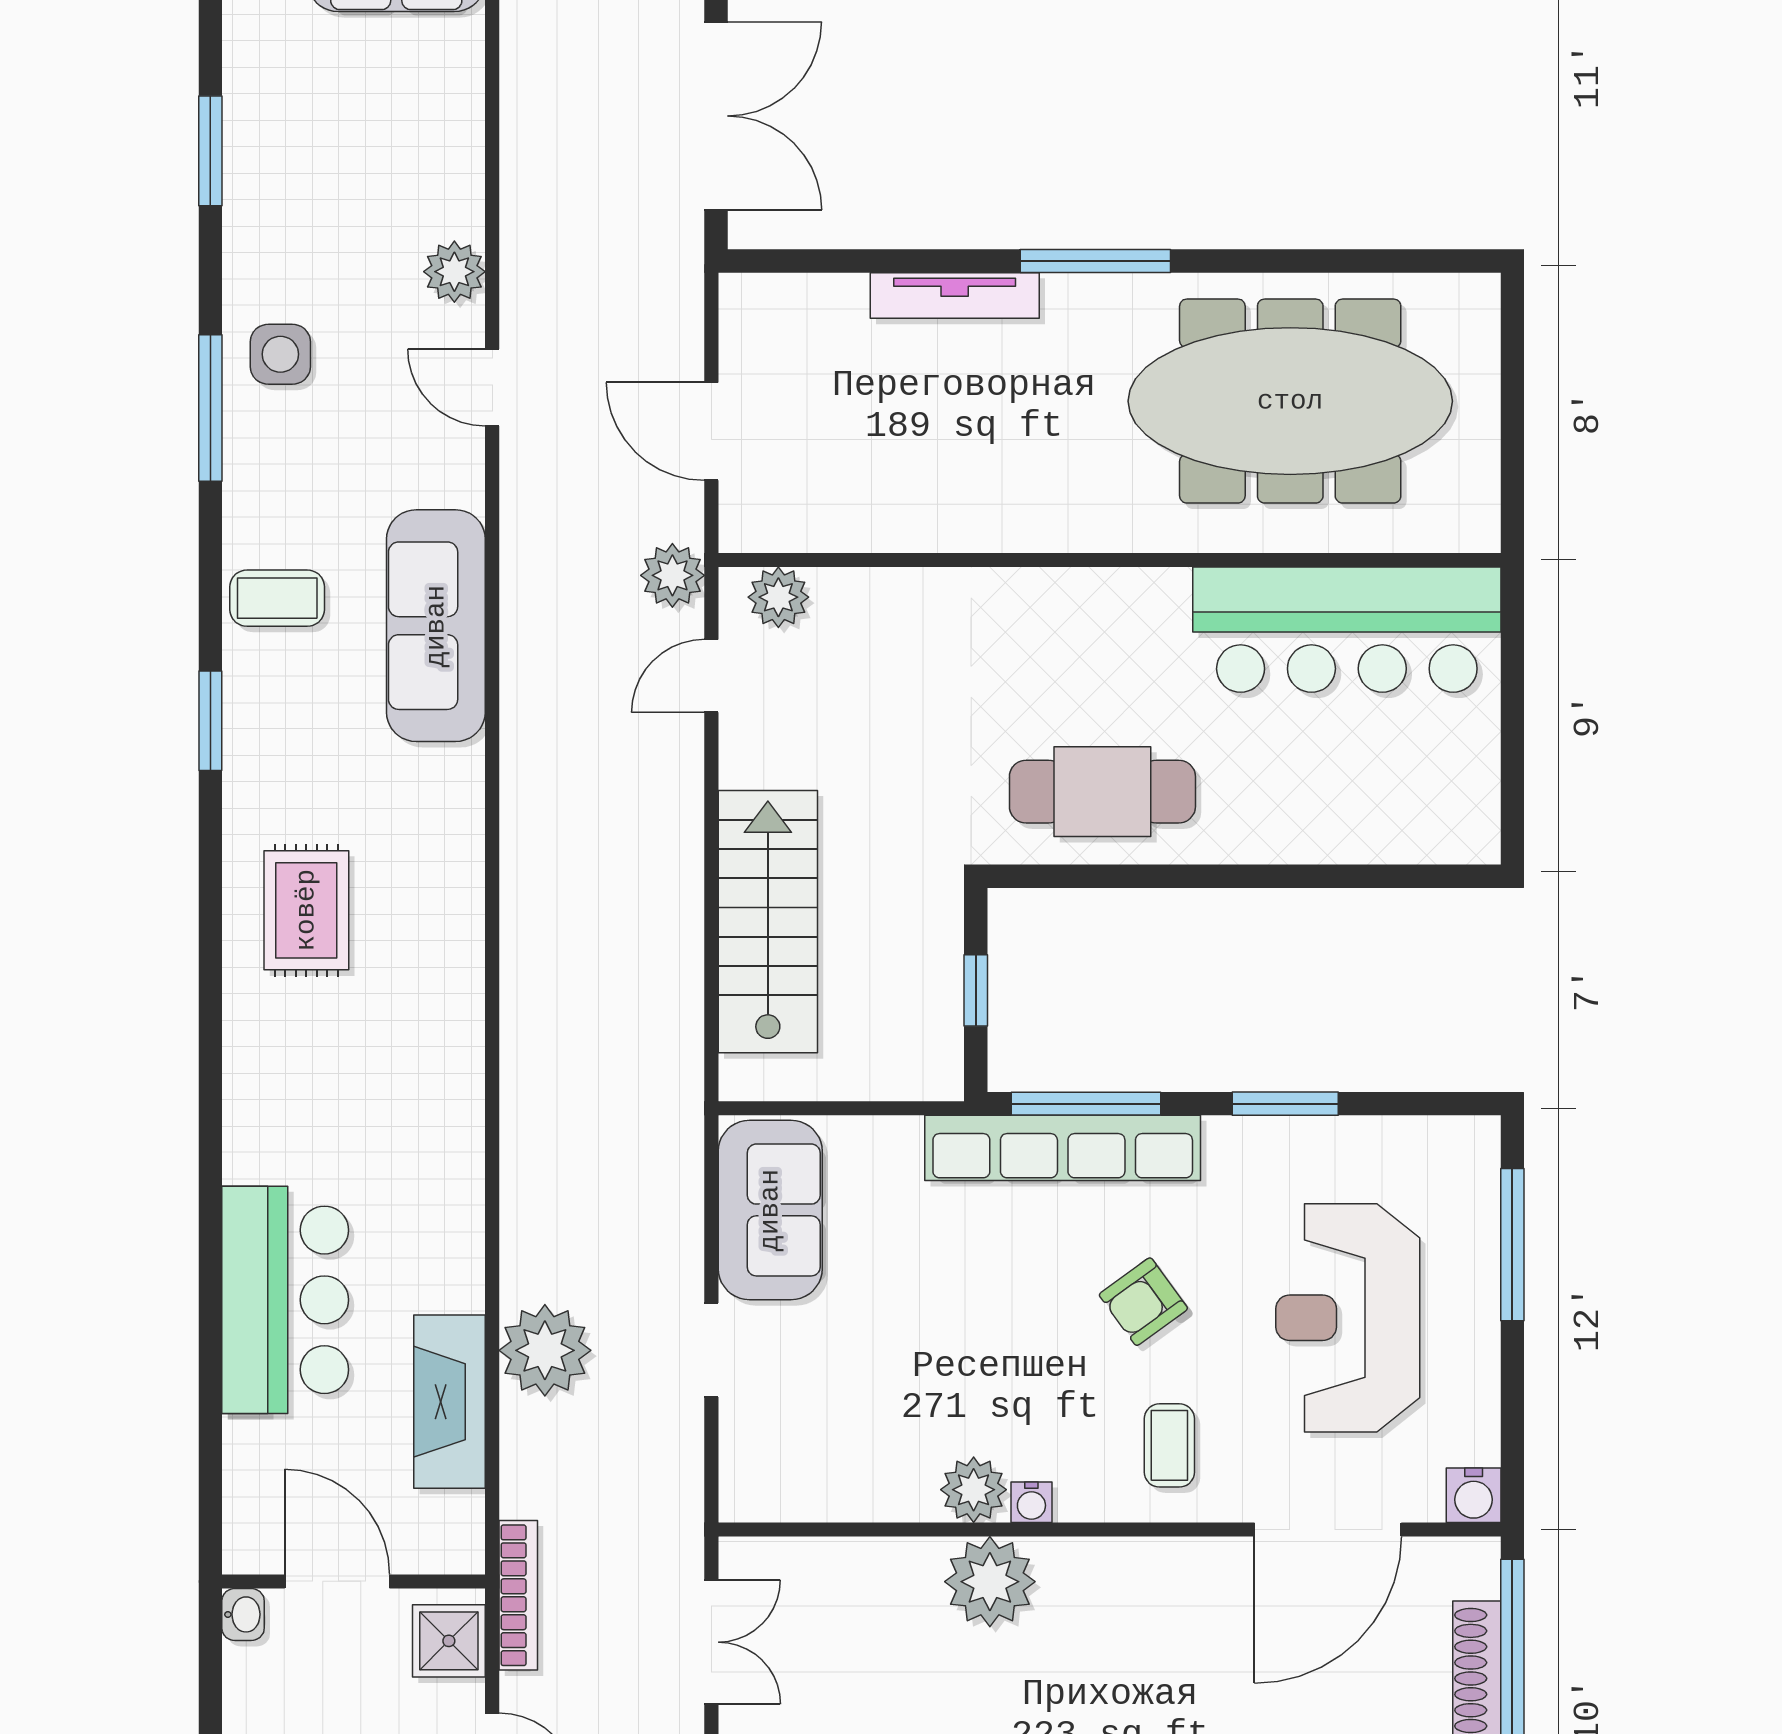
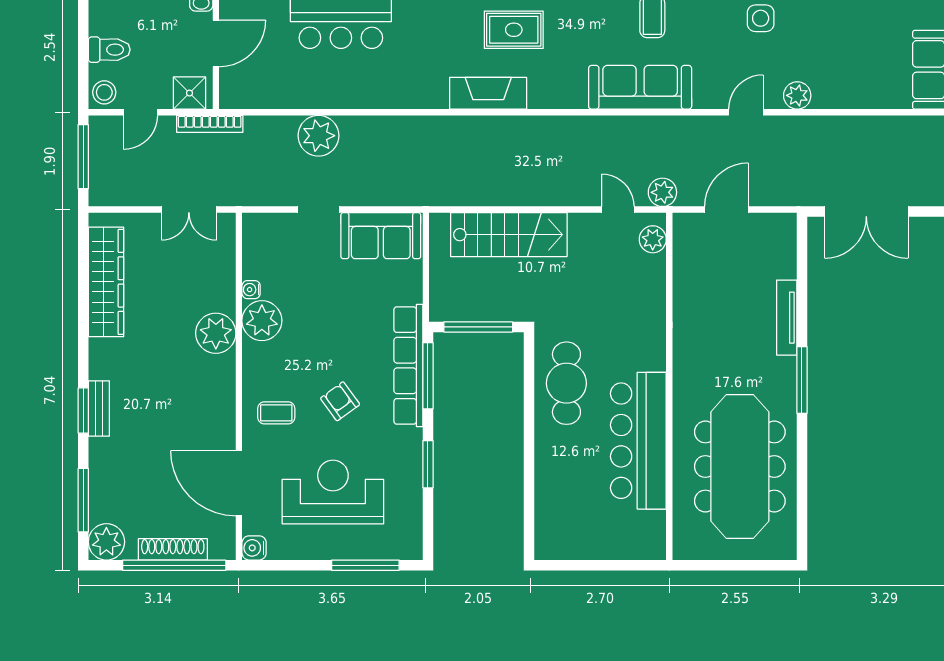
bar counter: (1347, 630) -> (638, 441), moved
window: (976, 990) -> (478, 327), width x2.17
fireplace: (449, 1402) -> (488, 93), moved
plant: (974, 1490) -> (262, 321), width x1.36, depth x1.36
water cooler: (1031, 1502) -> (251, 290), moved

